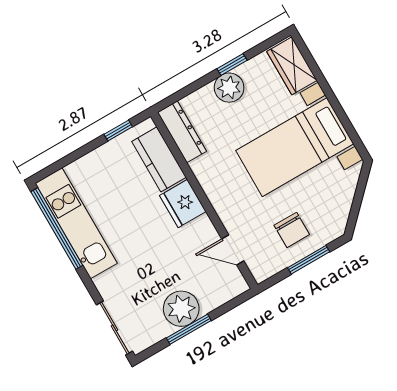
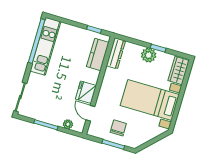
fridge: (183, 203) -> (86, 92), moved
chair: (292, 230) -> (118, 128), turned 180
plant: (181, 309) -> (68, 124), moved, width x0.53, depth x0.53

